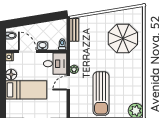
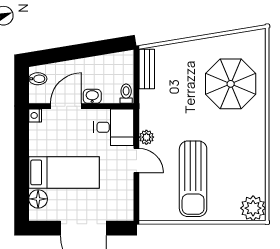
door: (27, 51) -> (66, 106), hinge flipped
floor lamp: (11, 74) -> (38, 199), moved
door: (68, 83) -> (136, 161), swing flipped

